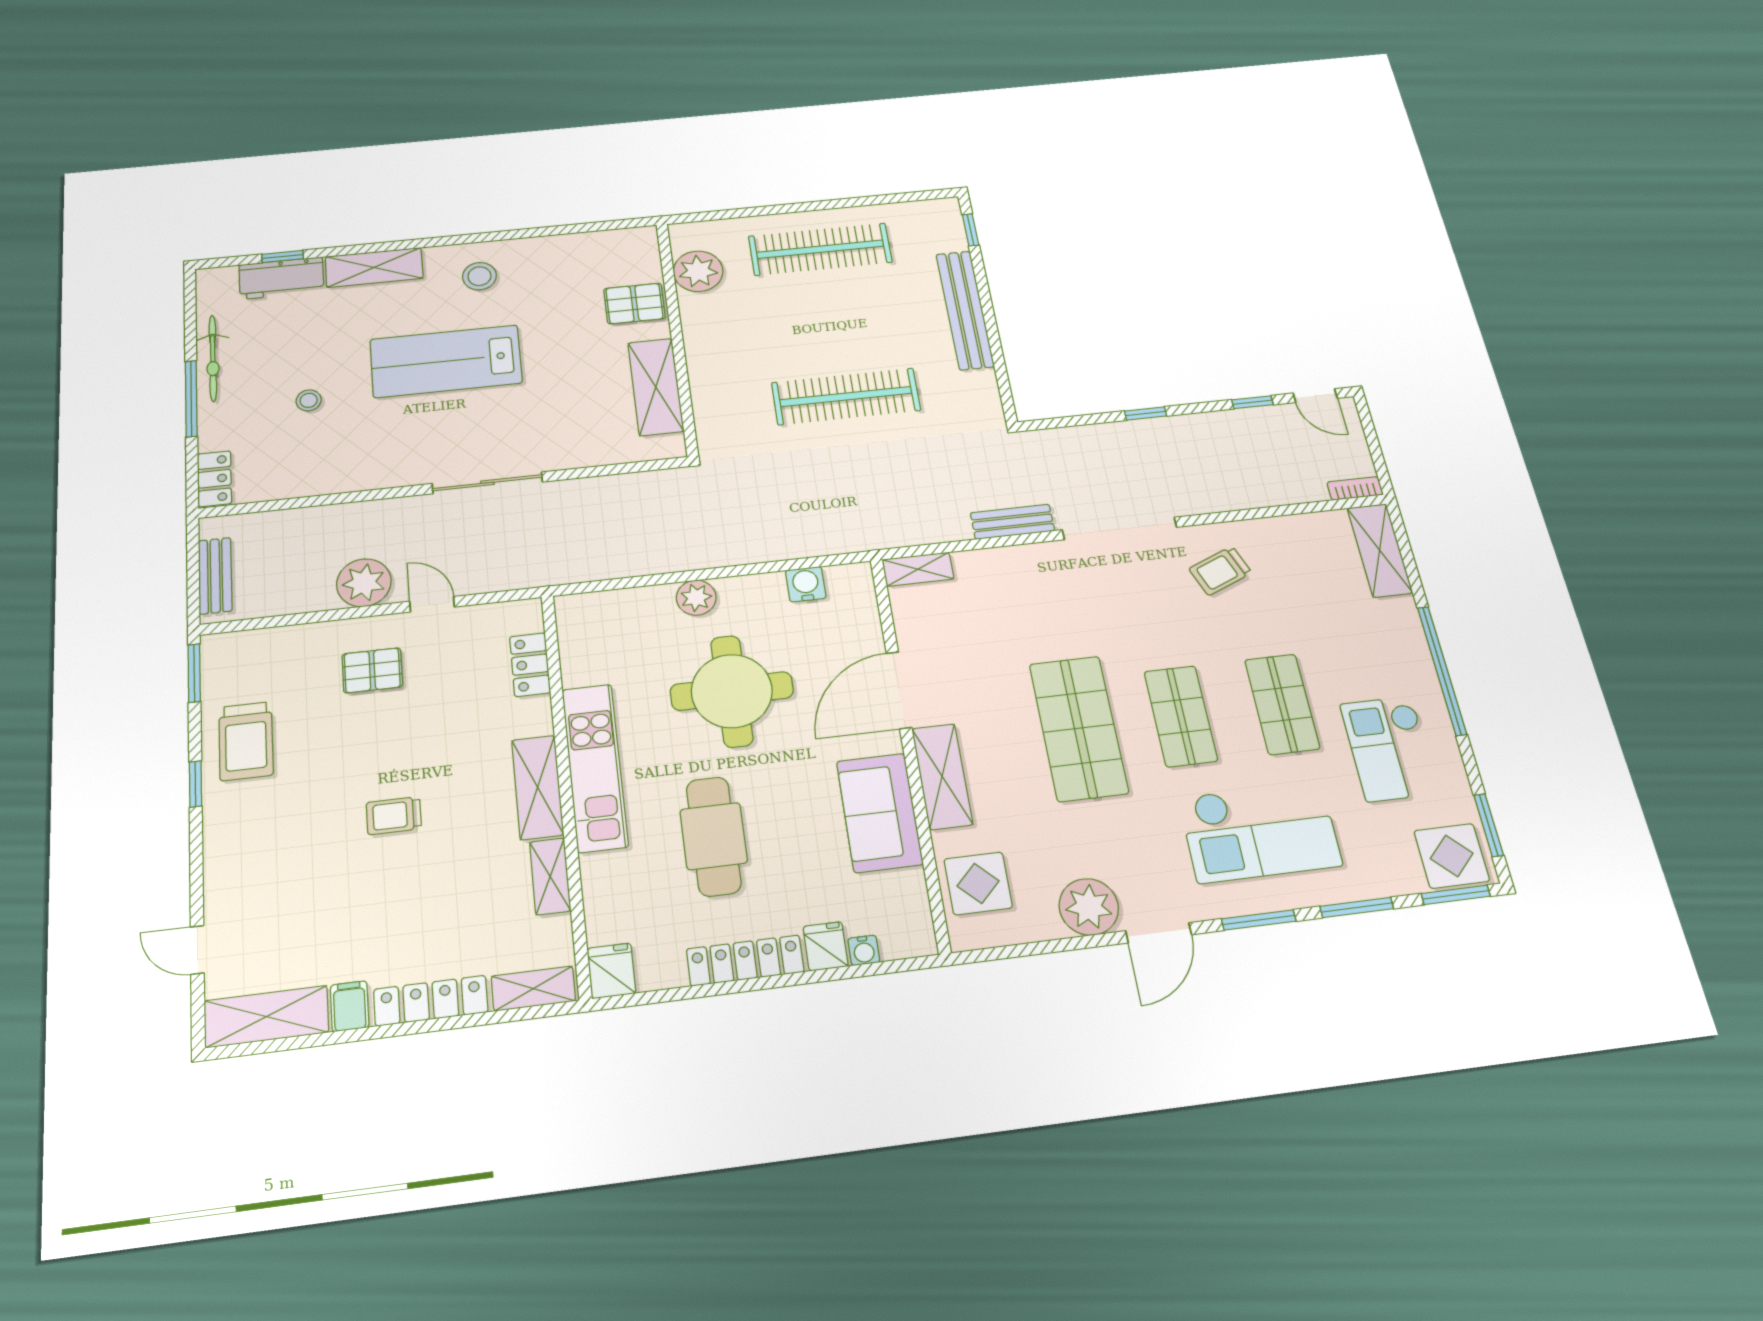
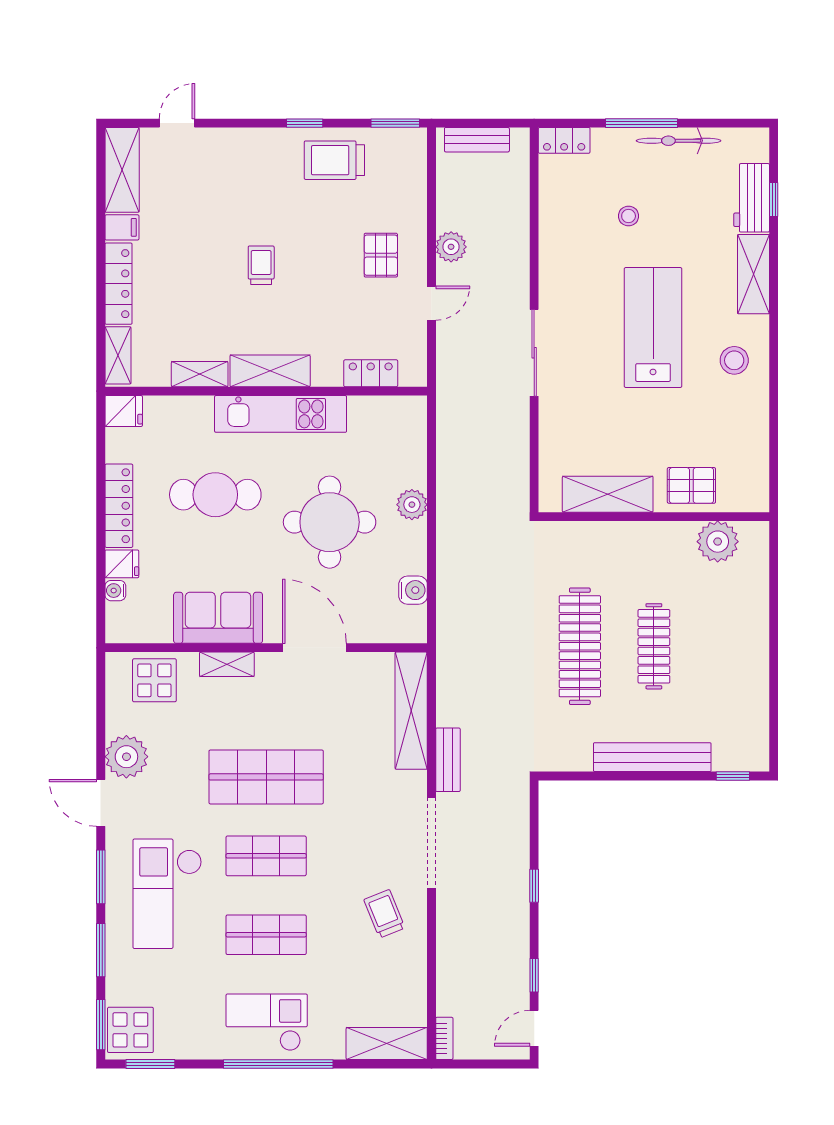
clothes rail: (820, 249) -> (654, 646), moved, width x0.73, depth x0.76
pallet: (634, 304) -> (691, 485), turned 90
shelving: (918, 569) -> (411, 711), width x2.20, depth x1.33
plant: (364, 583) -> (451, 247), width x0.73, depth x0.73
checkout: (1389, 749) -> (267, 1022), moved
shelving: (942, 776) -> (227, 664), width x0.67, depth x0.75

